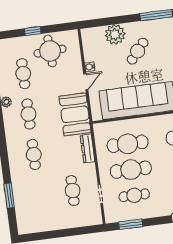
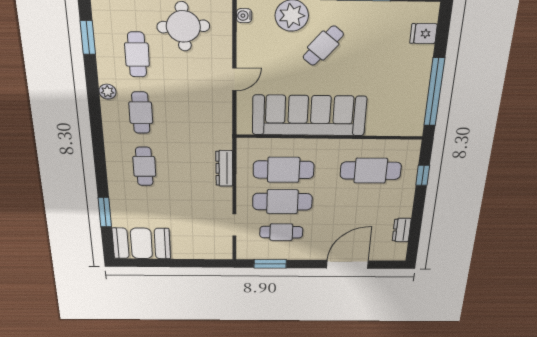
water cooler: (90, 67) -> (244, 16), moved
booth: (75, 114) -> (141, 243), moved, turned 90
cafe table: (73, 191) -> (196, 217), removed

